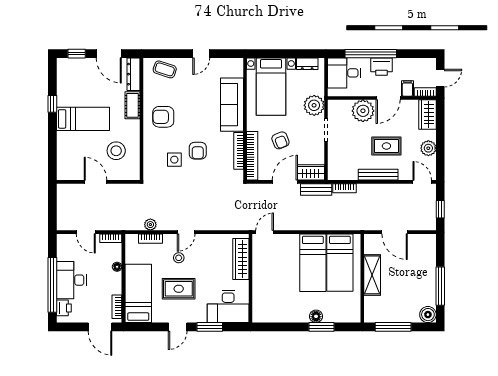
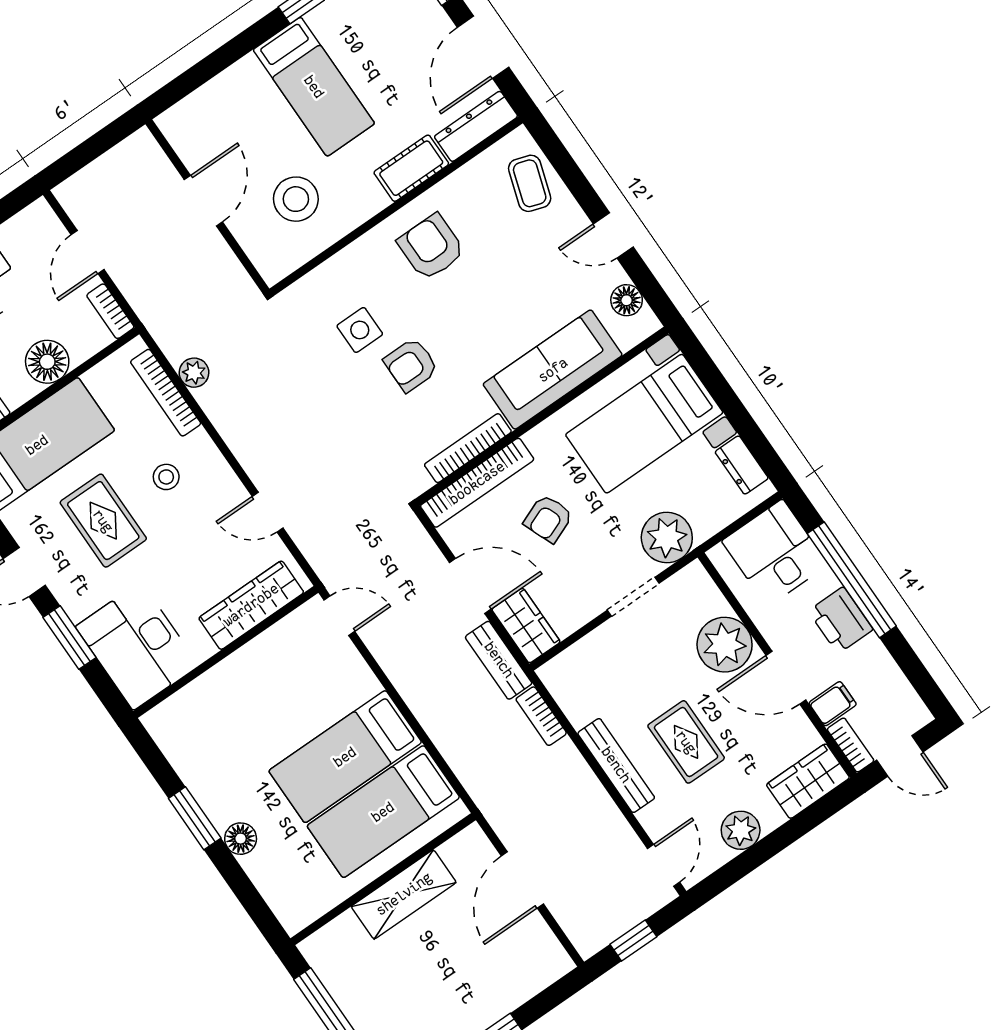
floor lamp: (226, 64) -> (627, 300), added
door: (186, 232) -> (268, 512), moved
bookcase: (151, 239) -> (166, 393), width x1.56
floor lamp: (117, 267) -> (47, 362), width x1.89, depth x1.89
window: (321, 327) -> (195, 818), moved

